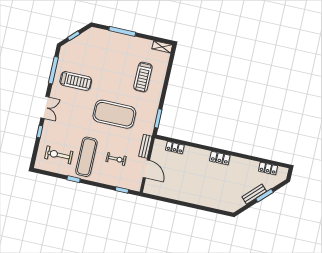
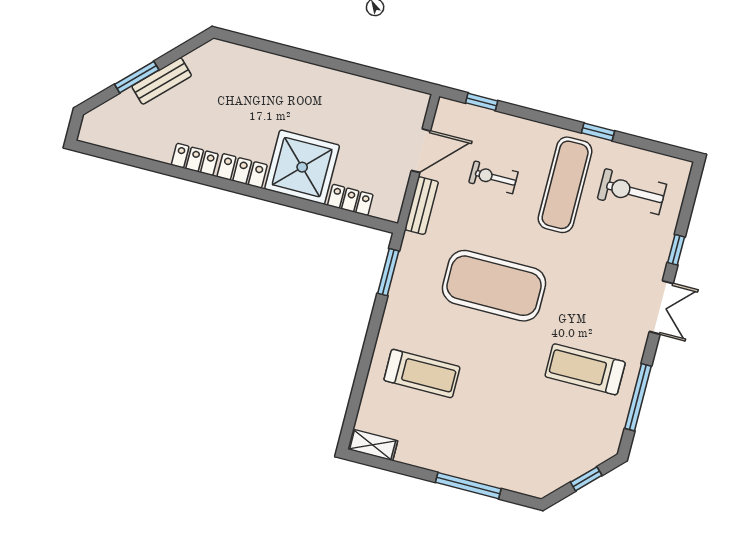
treadmill: (143, 77) -> (422, 374), turned 90
double door: (45, 107) -> (661, 308), swing flipped
exercise bike: (59, 155) -> (632, 192), turned 180
shower: (195, 160) -> (302, 167), added
door: (146, 169) -> (421, 151), swing flipped
locker: (268, 169) -> (195, 159), moved

